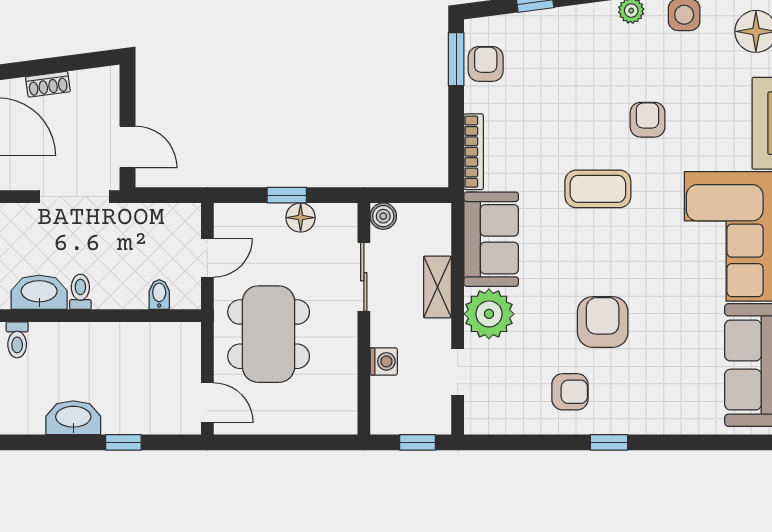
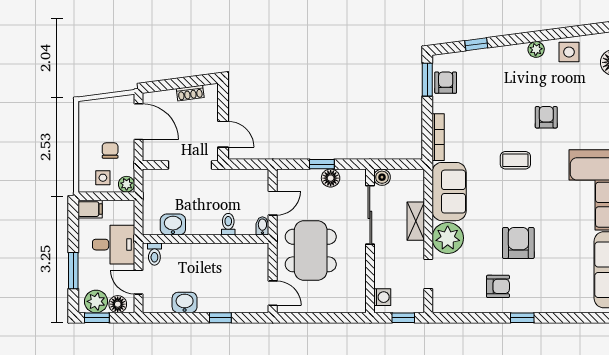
shoe rack: (48, 84) -> (190, 93), moved
coffee table: (598, 189) -> (515, 160), width x0.73, depth x0.77
sliding door: (364, 277) -> (370, 215), width x1.37
washbasin: (39, 292) -> (173, 225), width x0.72
toilet: (80, 292) -> (228, 224), moved
bidet: (159, 294) -> (262, 226), moved
washing machine: (384, 361) -> (382, 297), moved
washbasin: (73, 418) -> (185, 302), width x0.72

